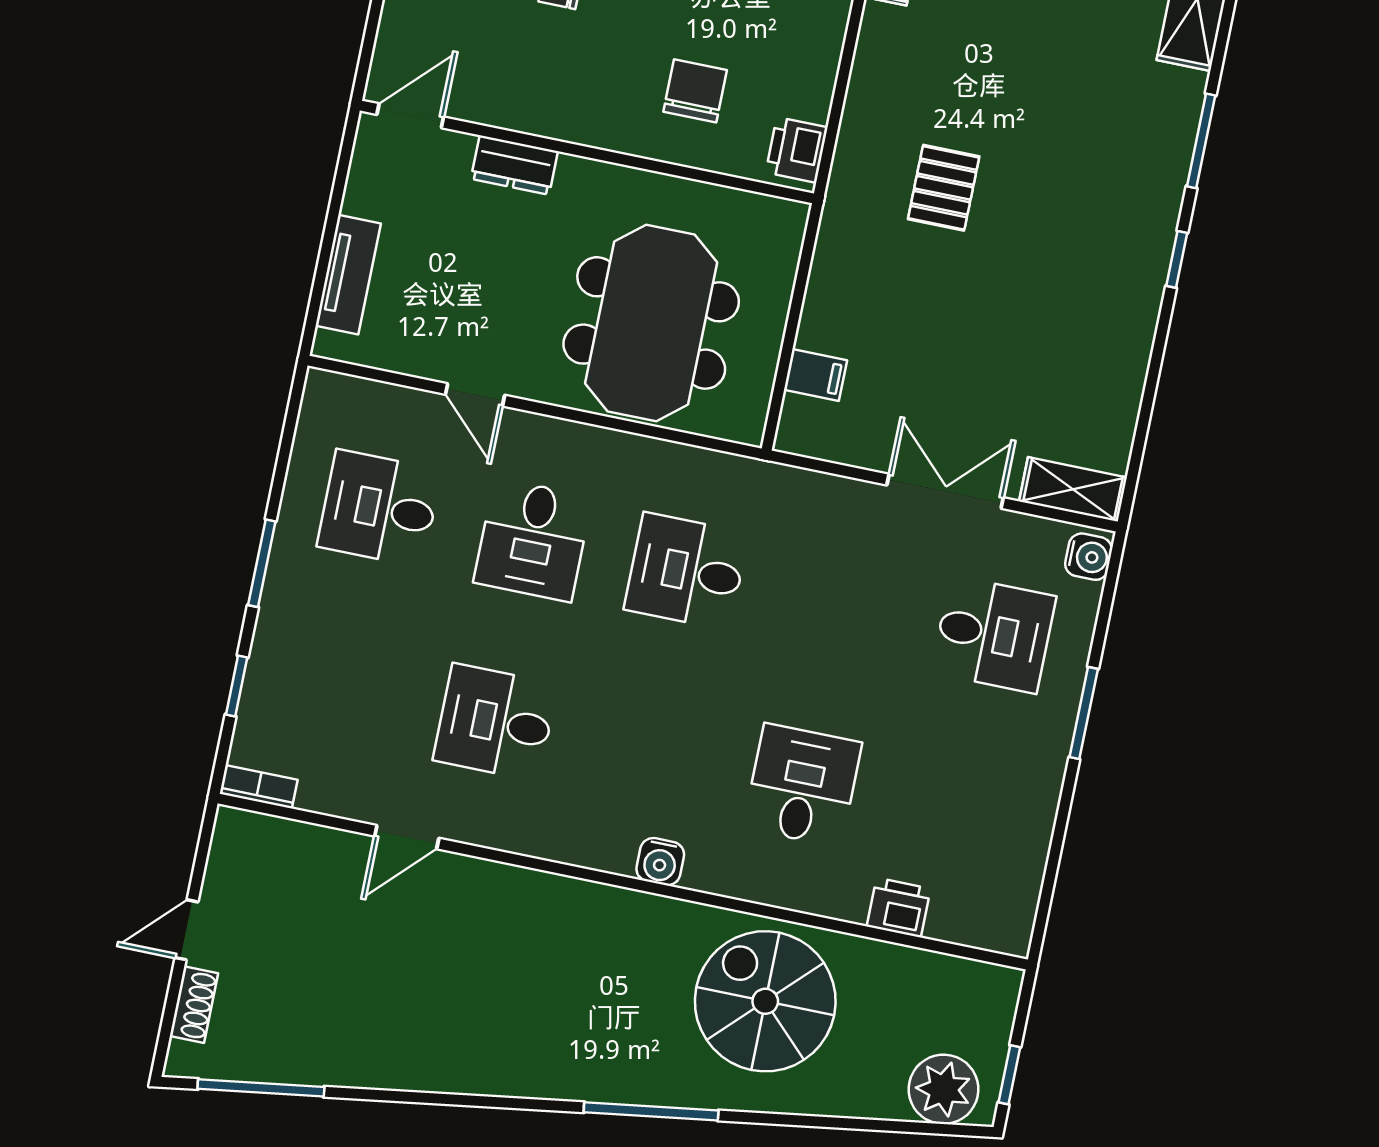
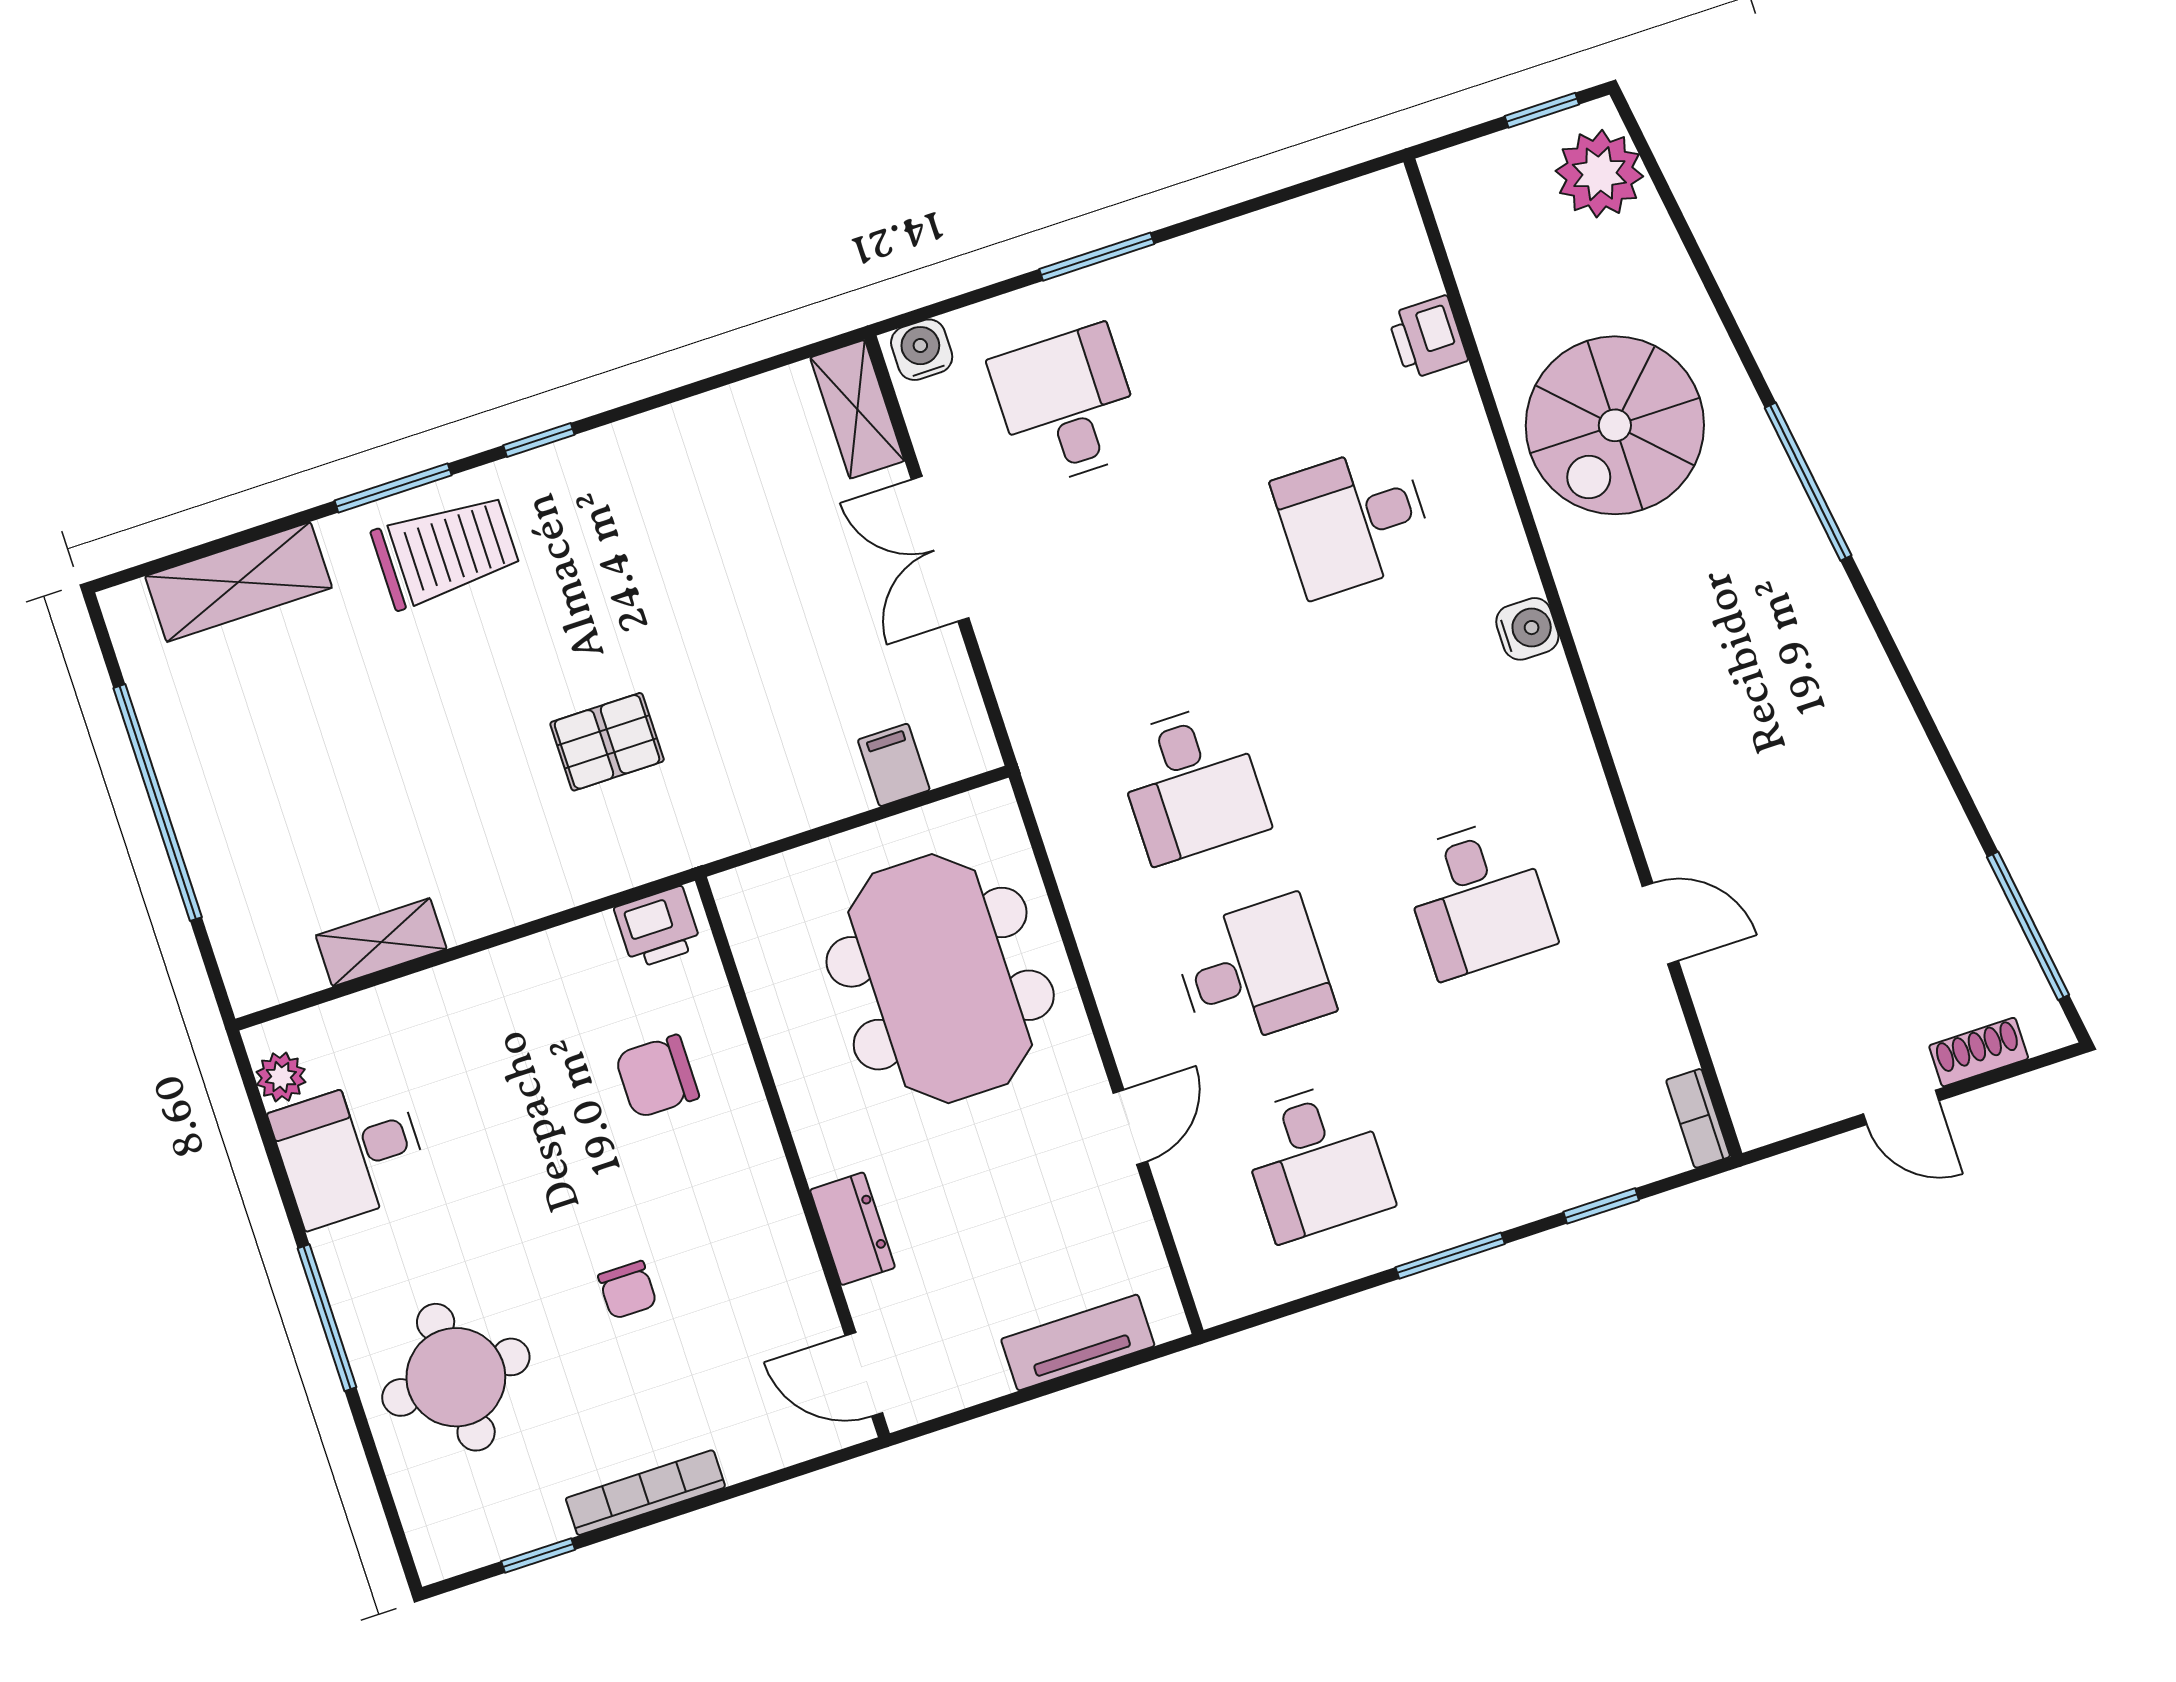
trolley: (1137, 152) -> (446, 551), added
meeting table: (651, 323) -> (940, 979), turned 90

